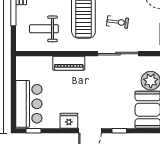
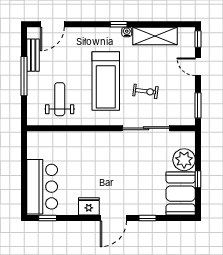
weight bench: (44, 29) -> (60, 99), turned 90
piano: (69, 63) -> (89, 139), removed

